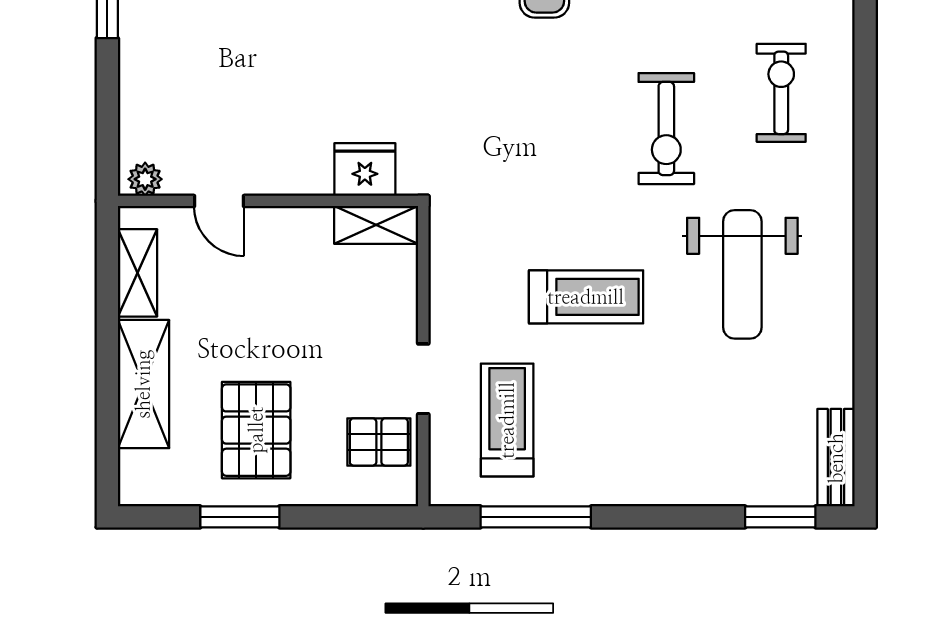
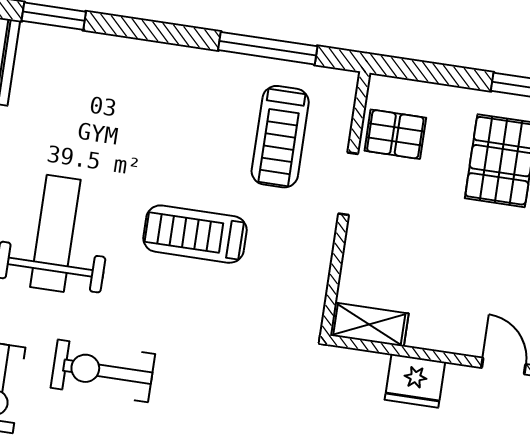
exercise bike: (666, 129) -> (103, 371), turned -90
fridge: (365, 170) -> (415, 381), moved

